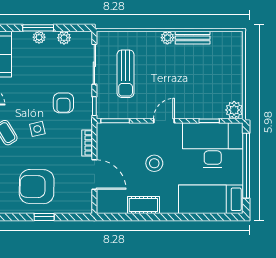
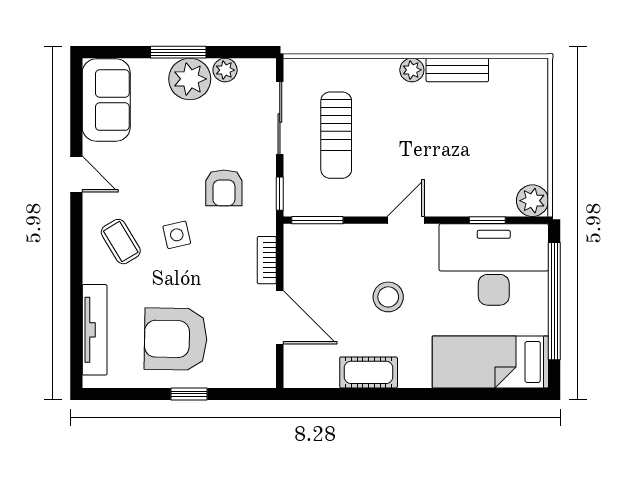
plant: (39, 37) -> (190, 79), width x1.88, depth x1.88

